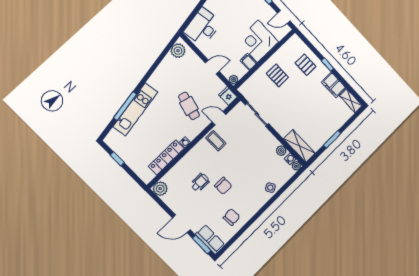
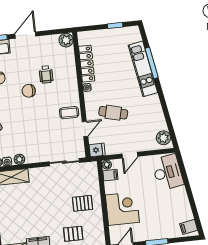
filing cabinet: (248, 62) -> (110, 175), moved

